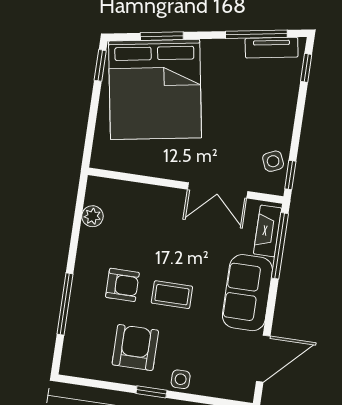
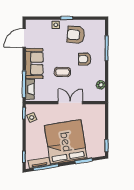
bed: (155, 89) -> (66, 142), moved
double door: (218, 190) -> (70, 103), moved
coffee table: (172, 295) -> (62, 72), moved
armchair: (135, 347) -> (76, 35), turned 96

